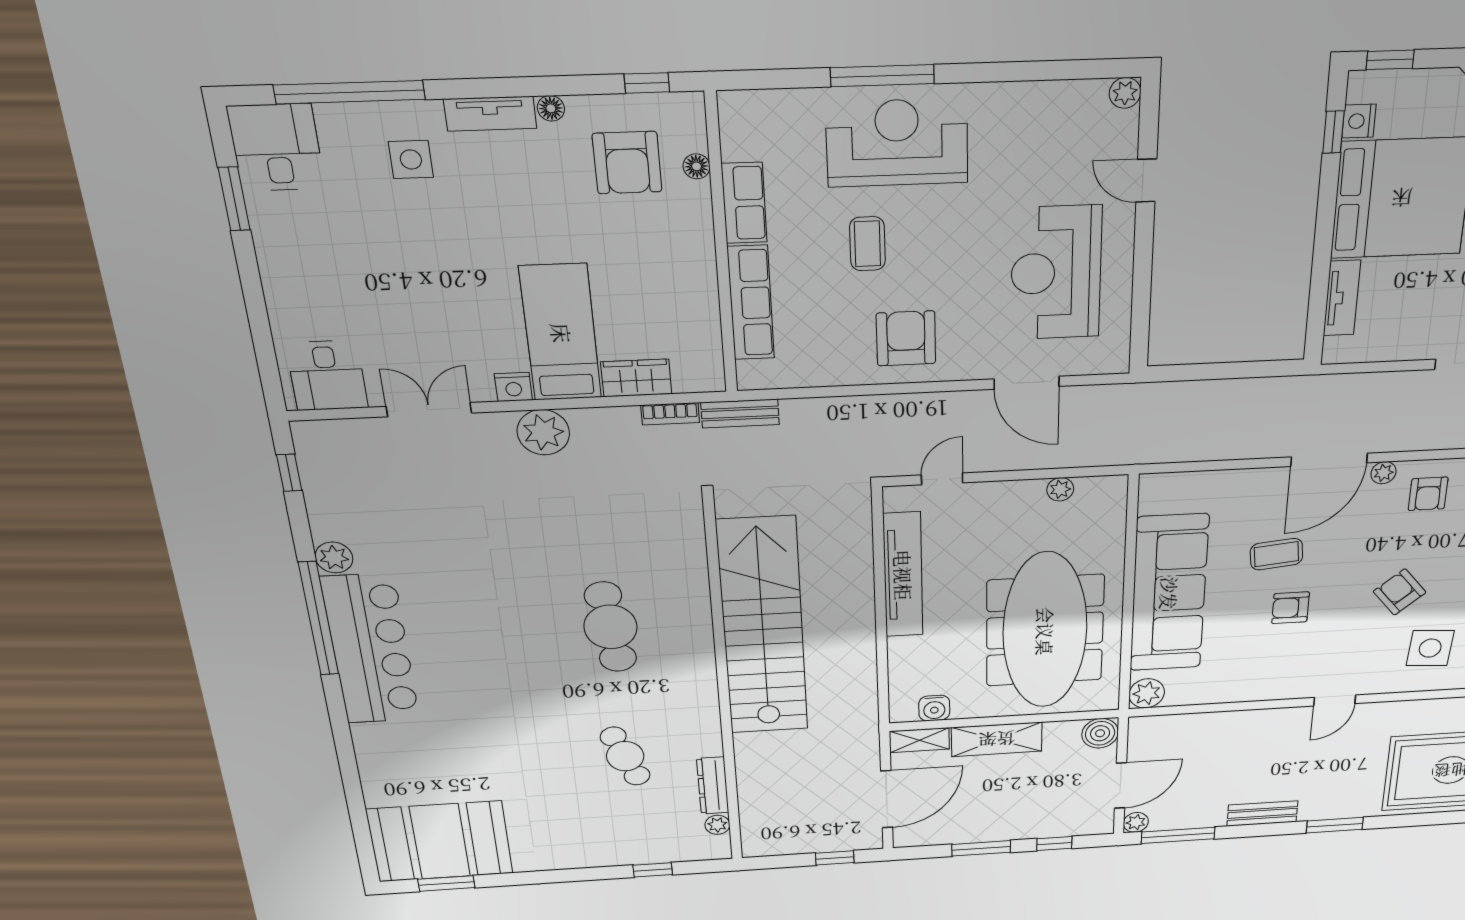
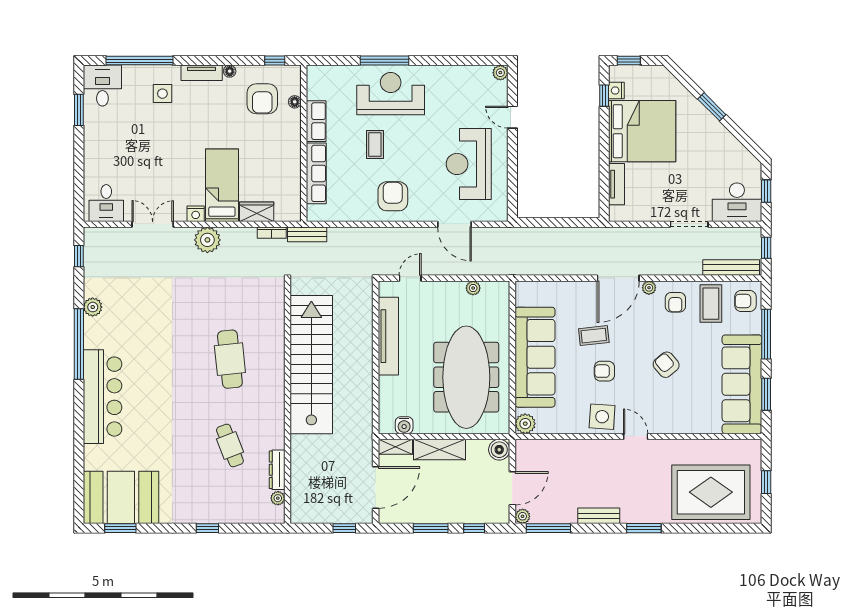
side table: (1430, 648) -> (602, 417), moved
bar counter: (371, 649) -> (102, 397), moved
door: (1335, 700) -> (636, 436), swing flipped
window: (653, 870) -> (207, 528), moved

